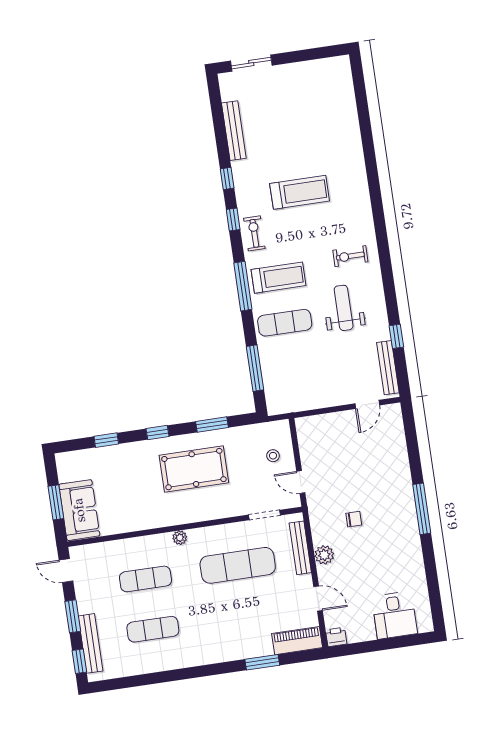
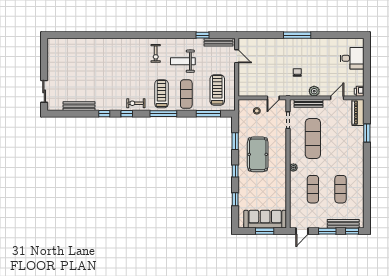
treadmill: (300, 192) -> (217, 90), moved
sofa: (79, 510) -> (265, 219), width x1.36

